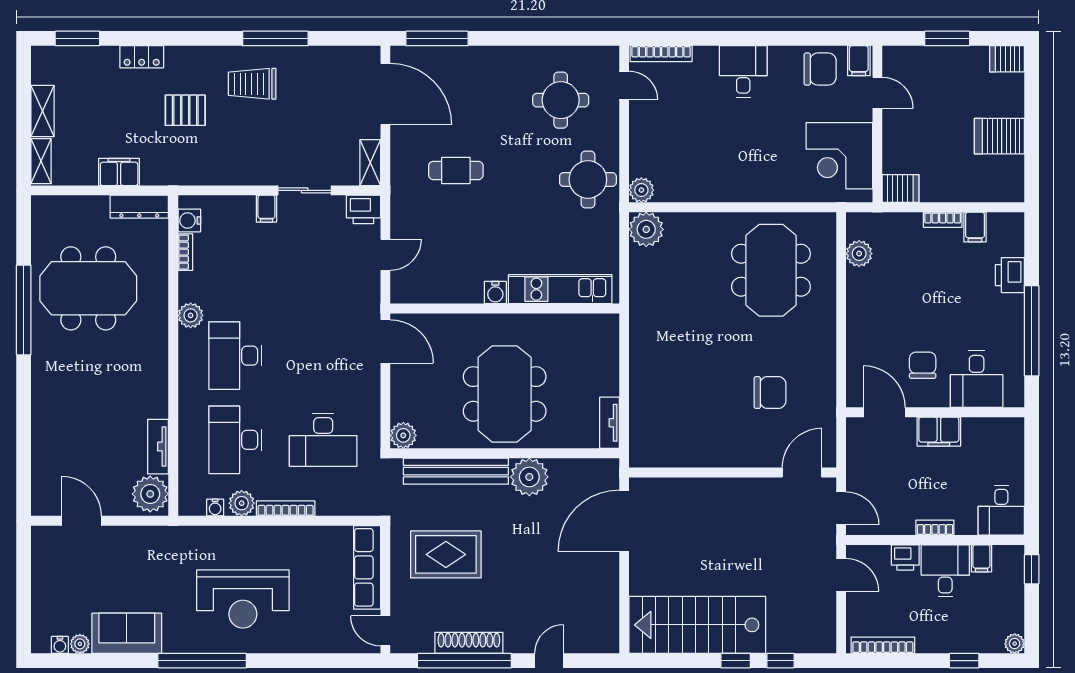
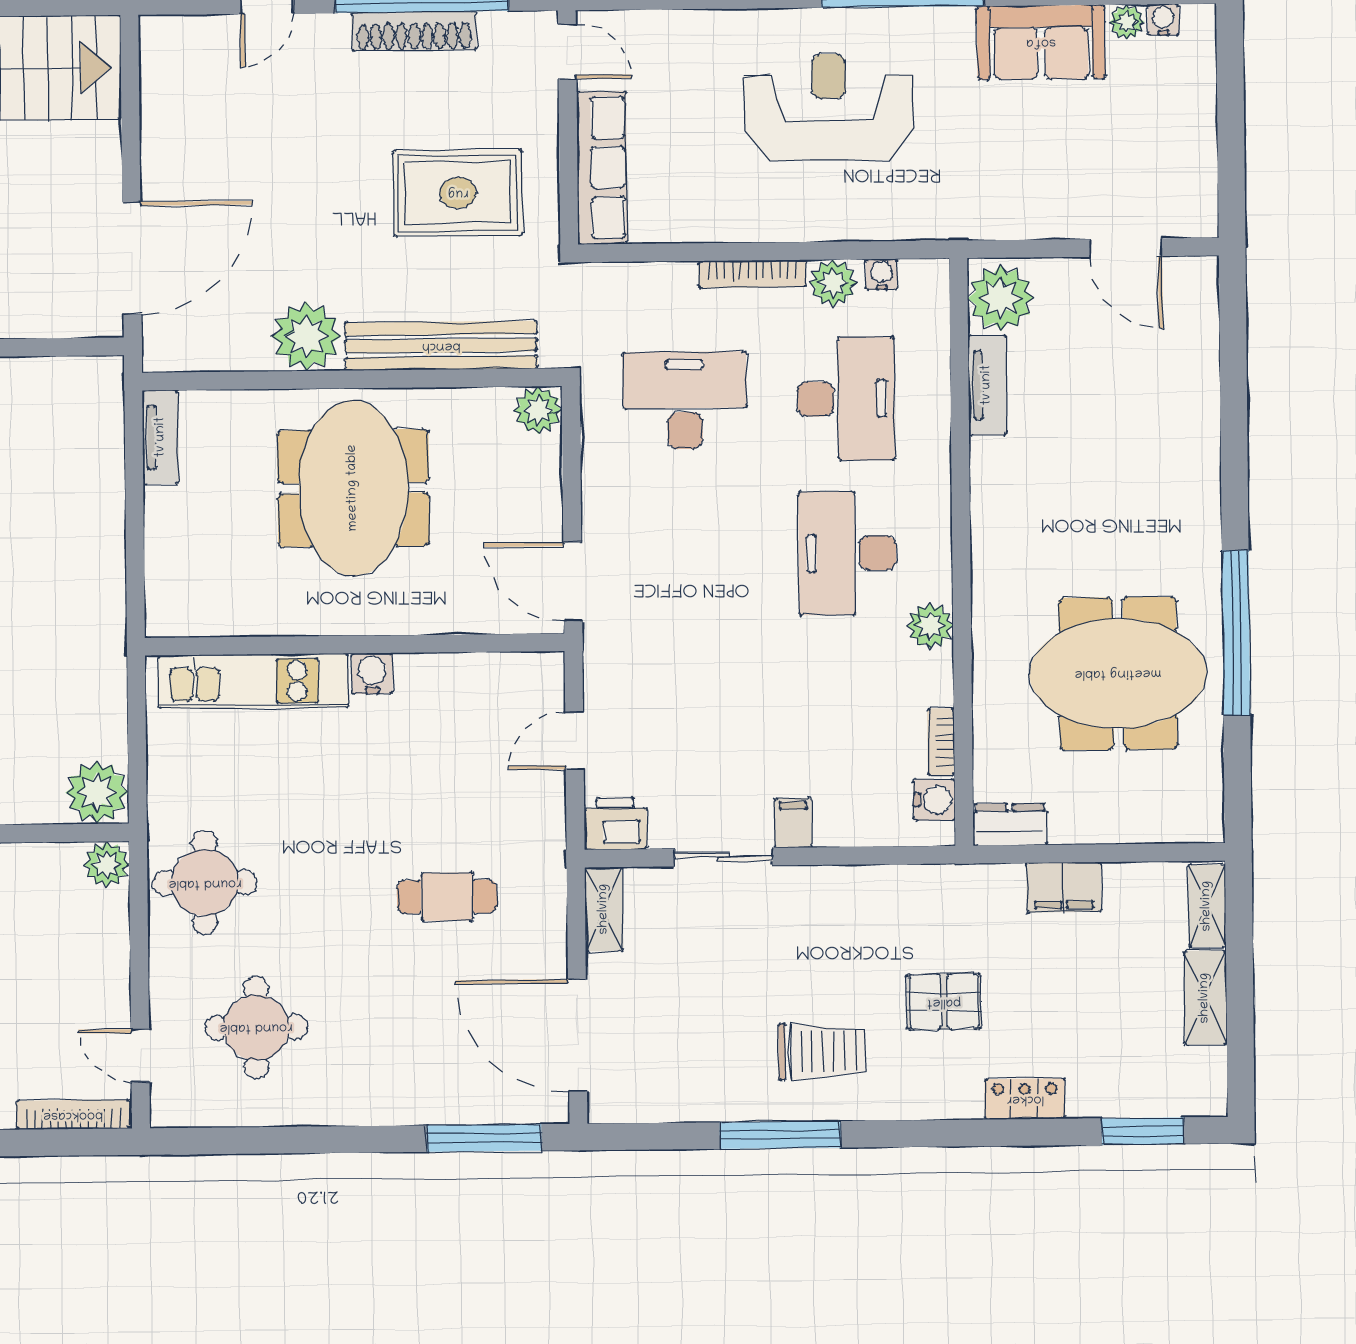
dresser: (139, 207) -> (1010, 824), width x0.70
desk: (235, 356) -> (847, 553), turned 180

